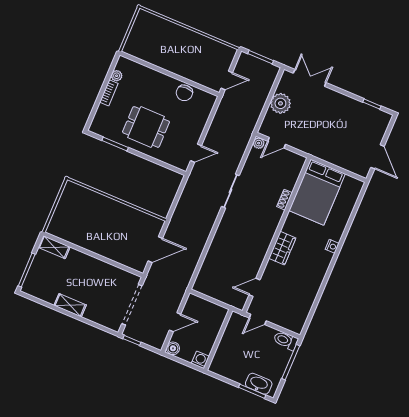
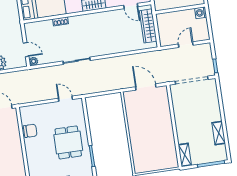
wardrobe: (221, 293) -> (148, 26), added
shelving: (70, 305) -> (219, 133), moved
door: (175, 322) -> (186, 45), hinge flipped
boiler: (173, 348) -> (204, 35), removed

